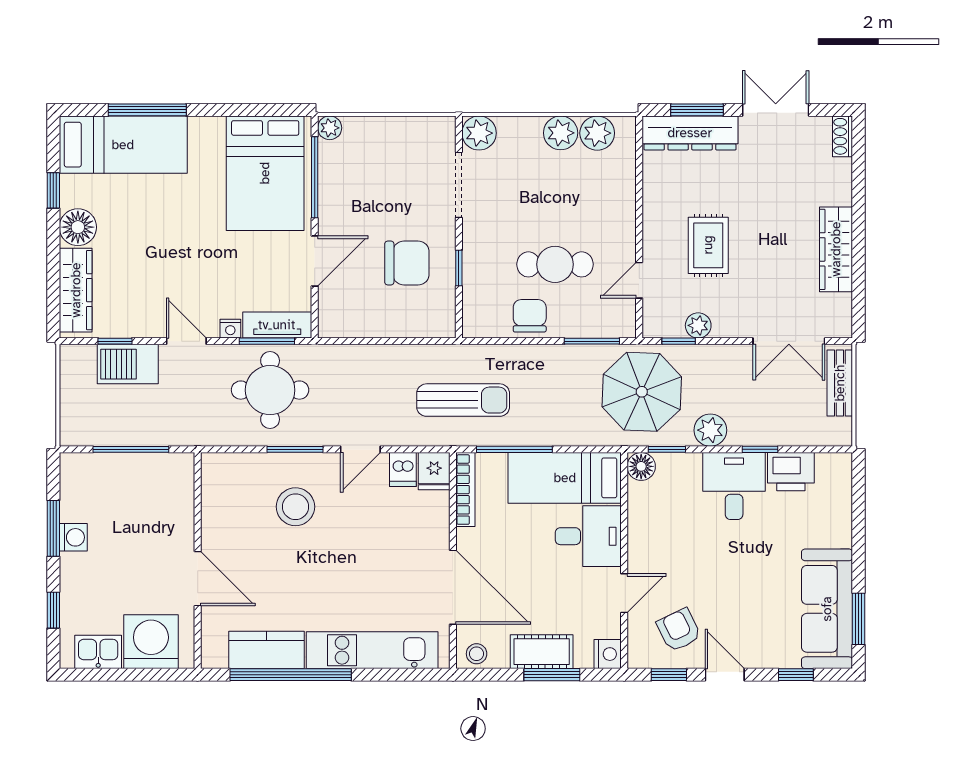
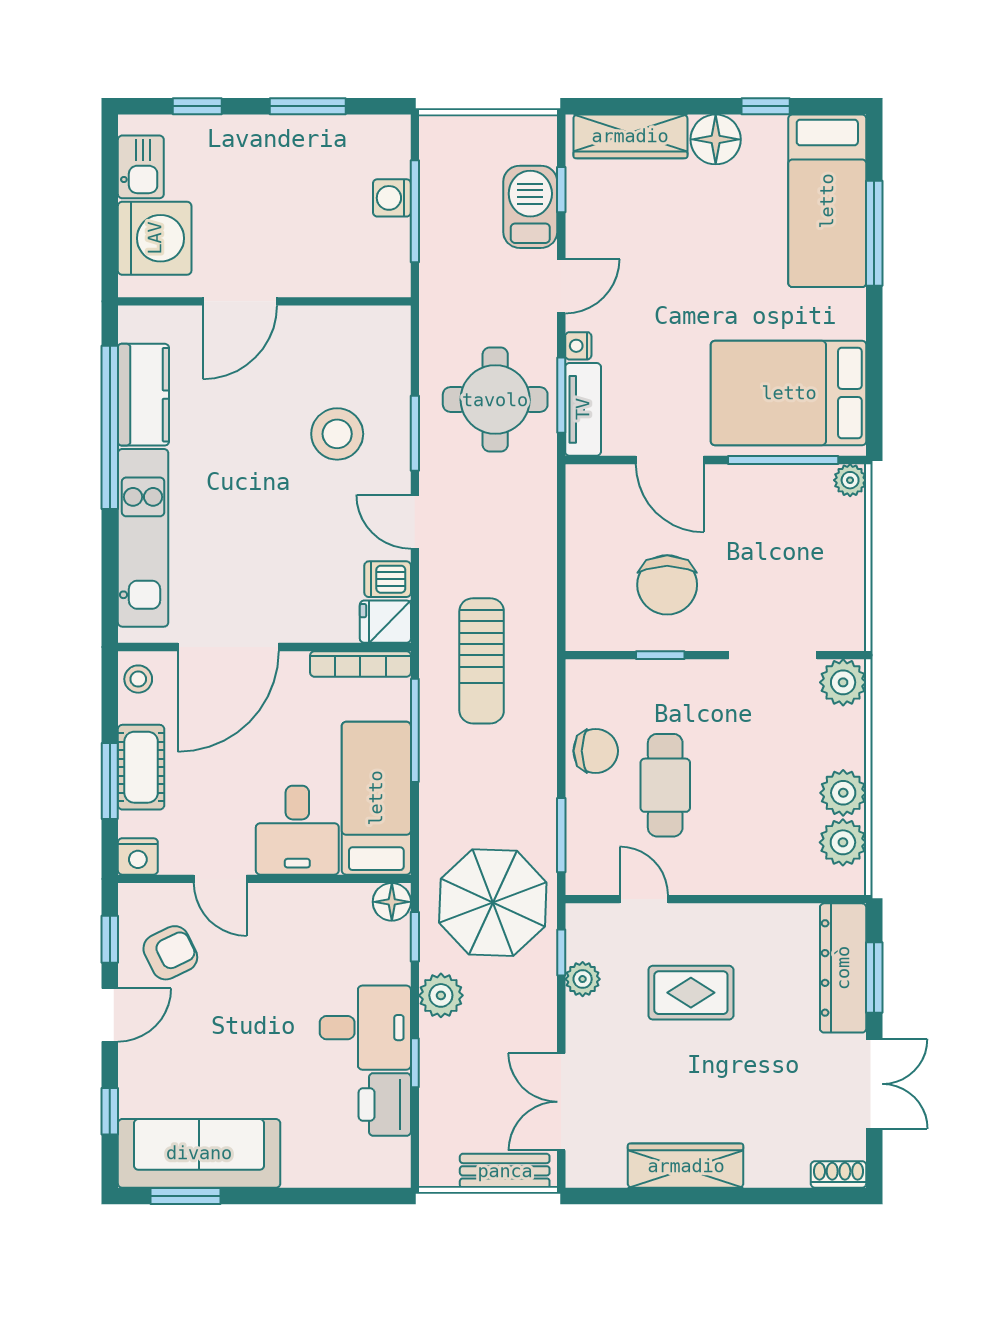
washing machine: (73, 537) -> (392, 198), moved, turned 90

